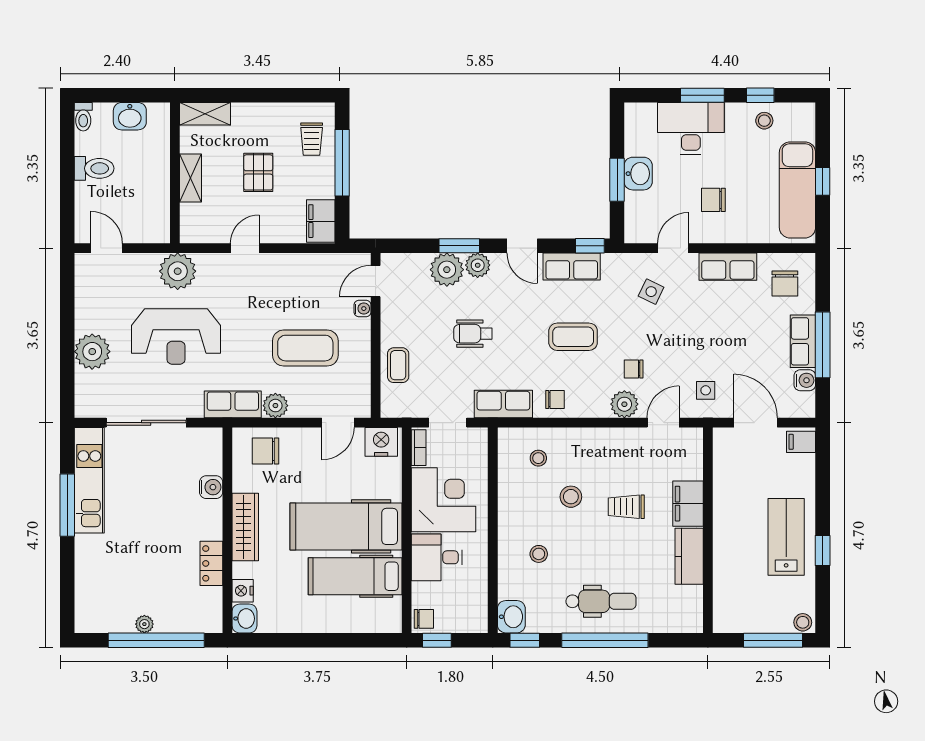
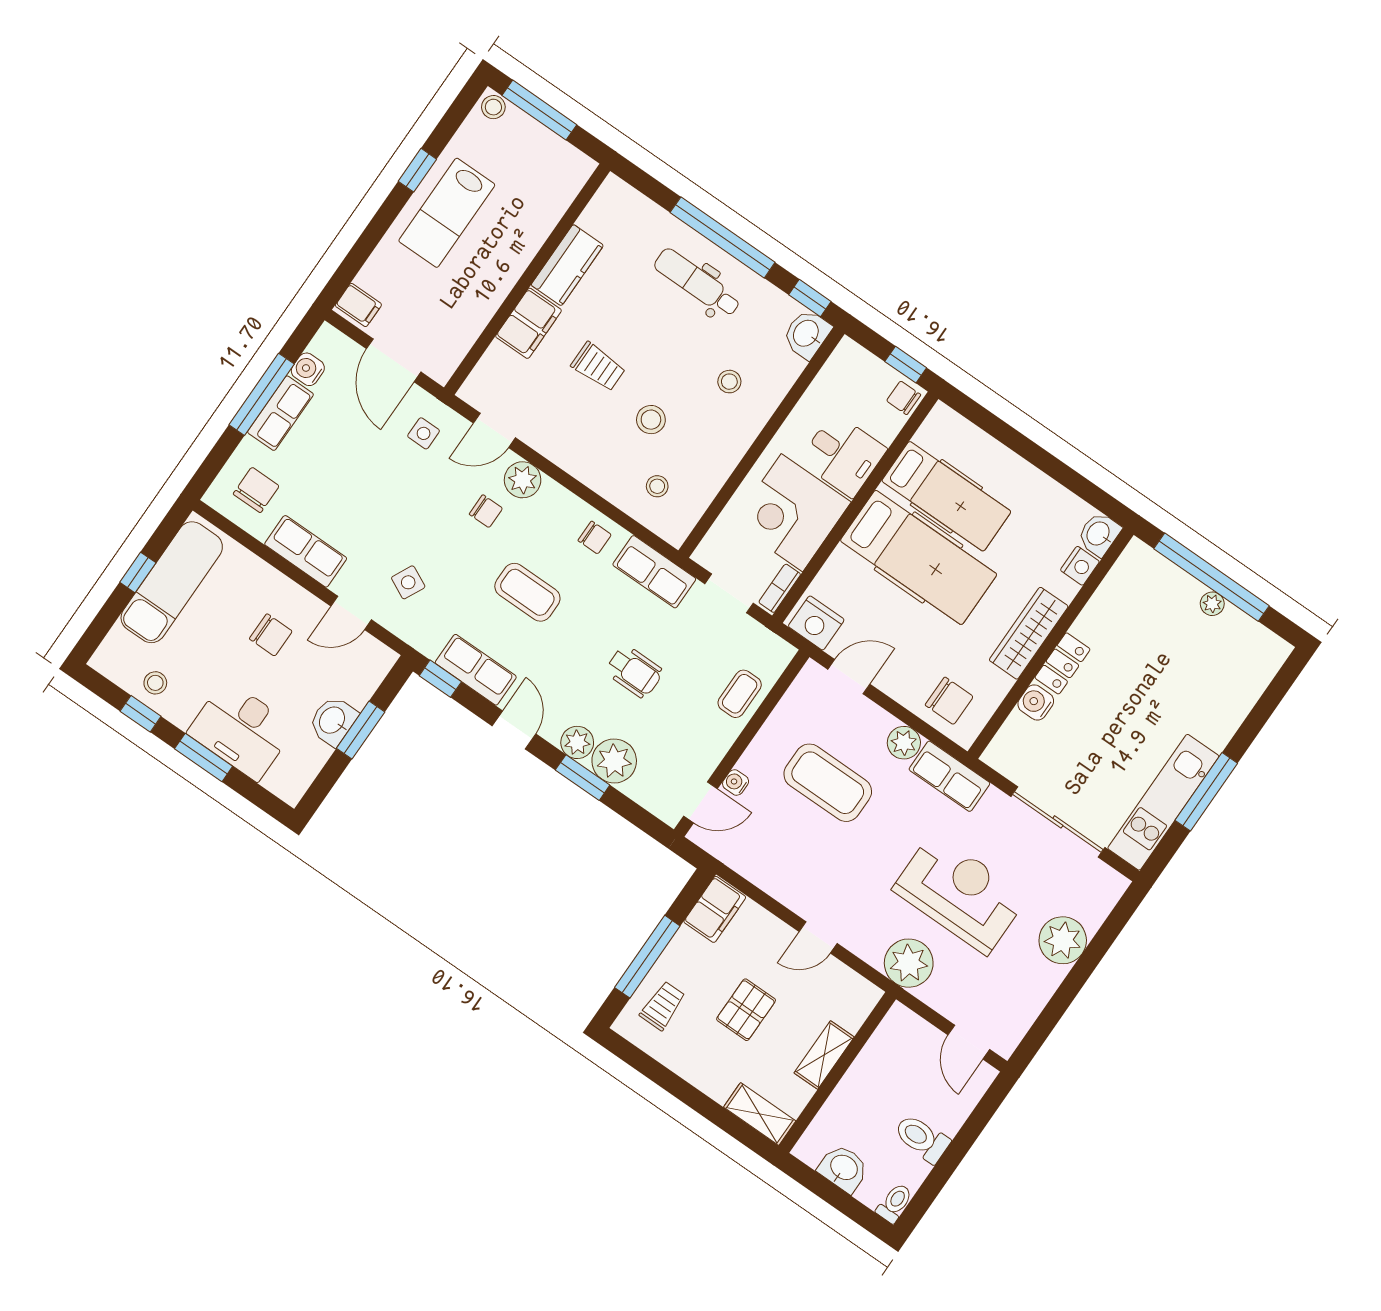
chair: (555, 399) -> (595, 538), turned 180
locker: (211, 563) -> (1062, 663), moved

